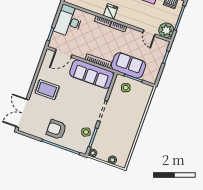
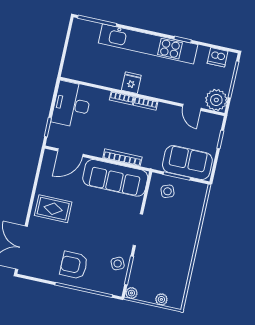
sofa: (129, 65) -> (187, 163), moved

